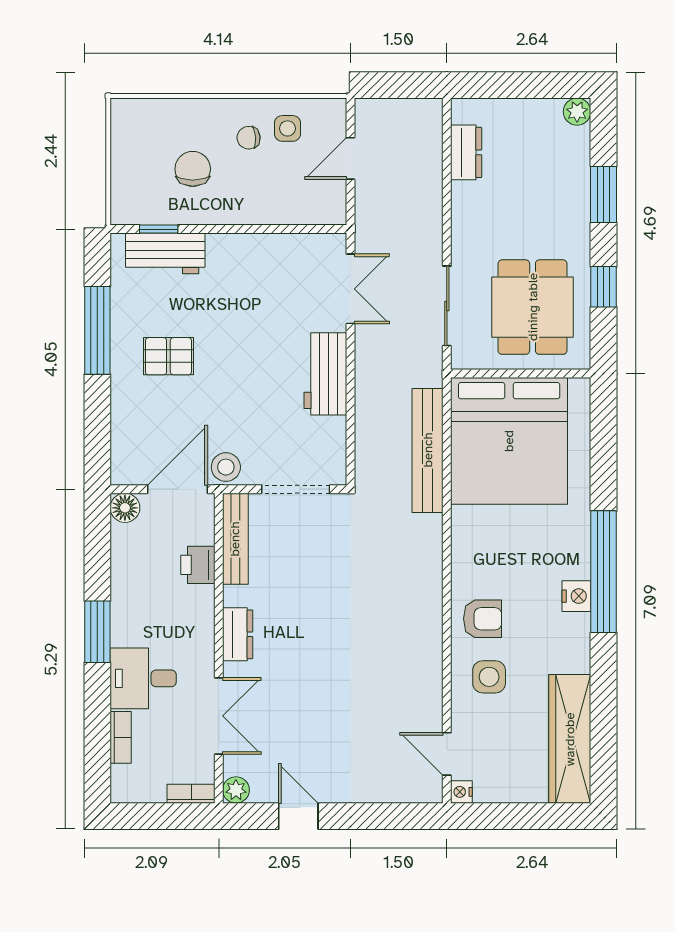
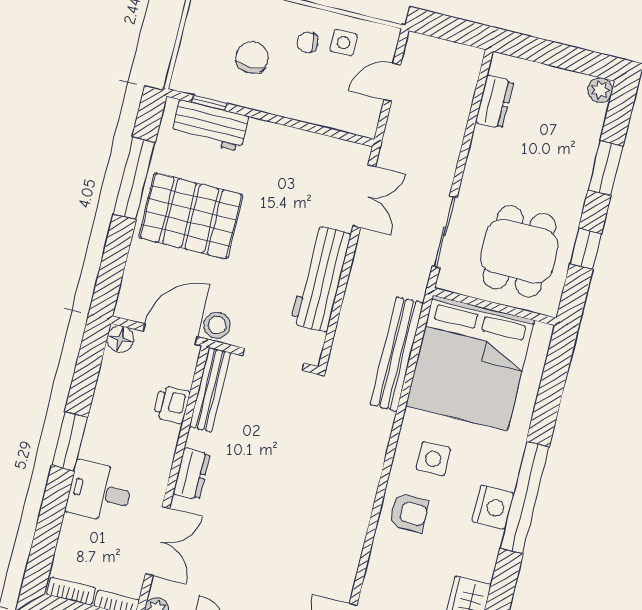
pallet: (168, 356) -> (191, 216), width x2.05, depth x2.00
workbench: (325, 374) -> (321, 279), width x1.38
nightstand: (576, 596) -> (493, 507), width x1.36, depth x1.33
side table: (489, 677) -> (433, 459), moved
bookcase: (121, 737) -> (71, 591), moved, turned -90

